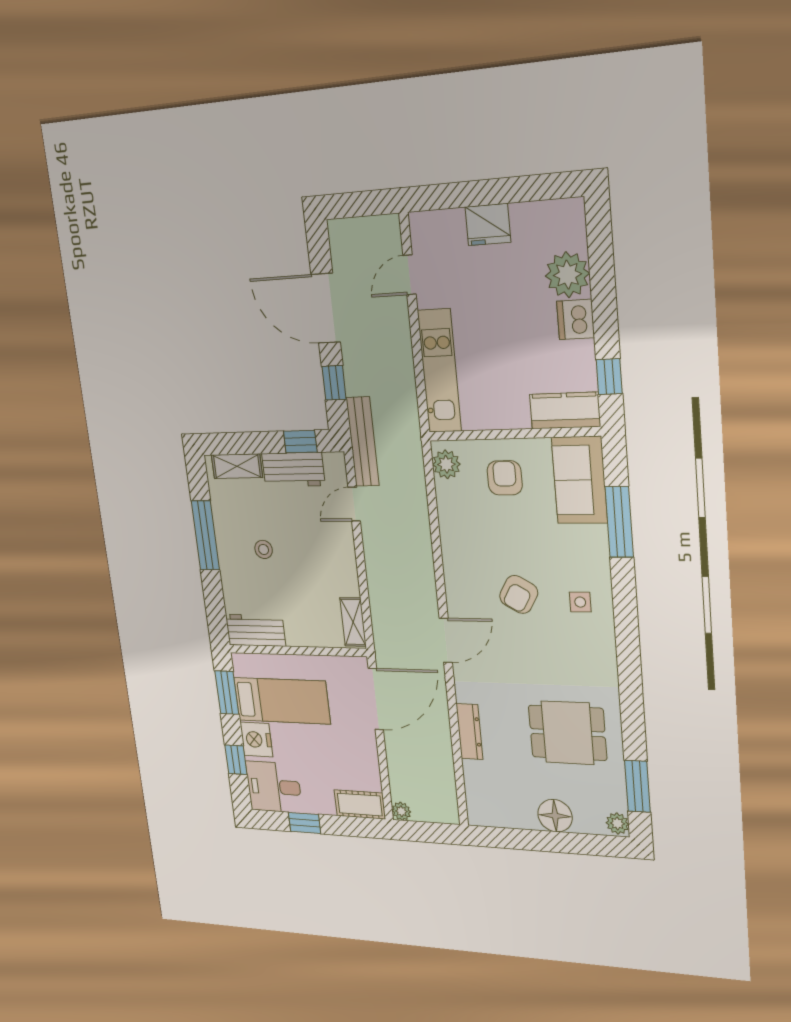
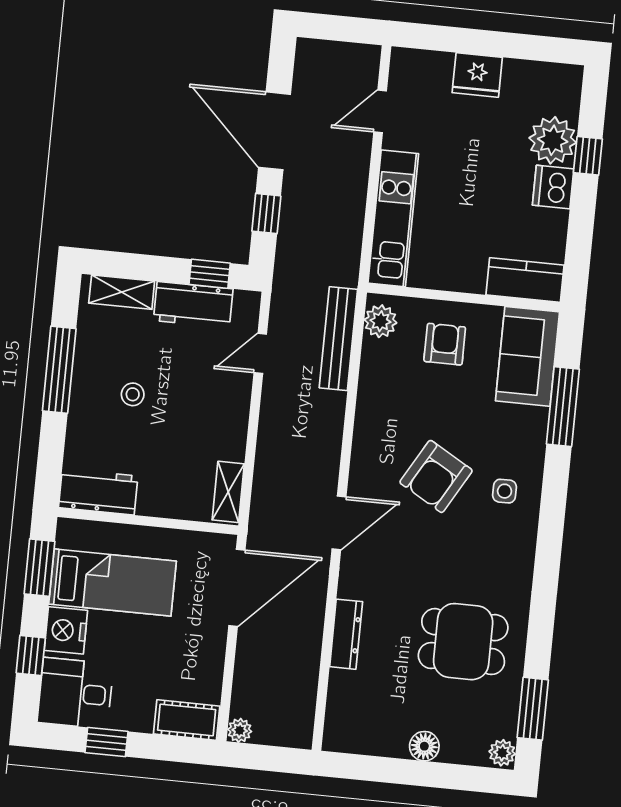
window: (609, 377) -> (588, 156), moved
bench: (363, 442) -> (338, 339), moved
armchair: (519, 594) -> (436, 476), width x1.38, depth x1.38
floor lamp: (555, 816) -> (424, 746), width x0.73, depth x0.73

